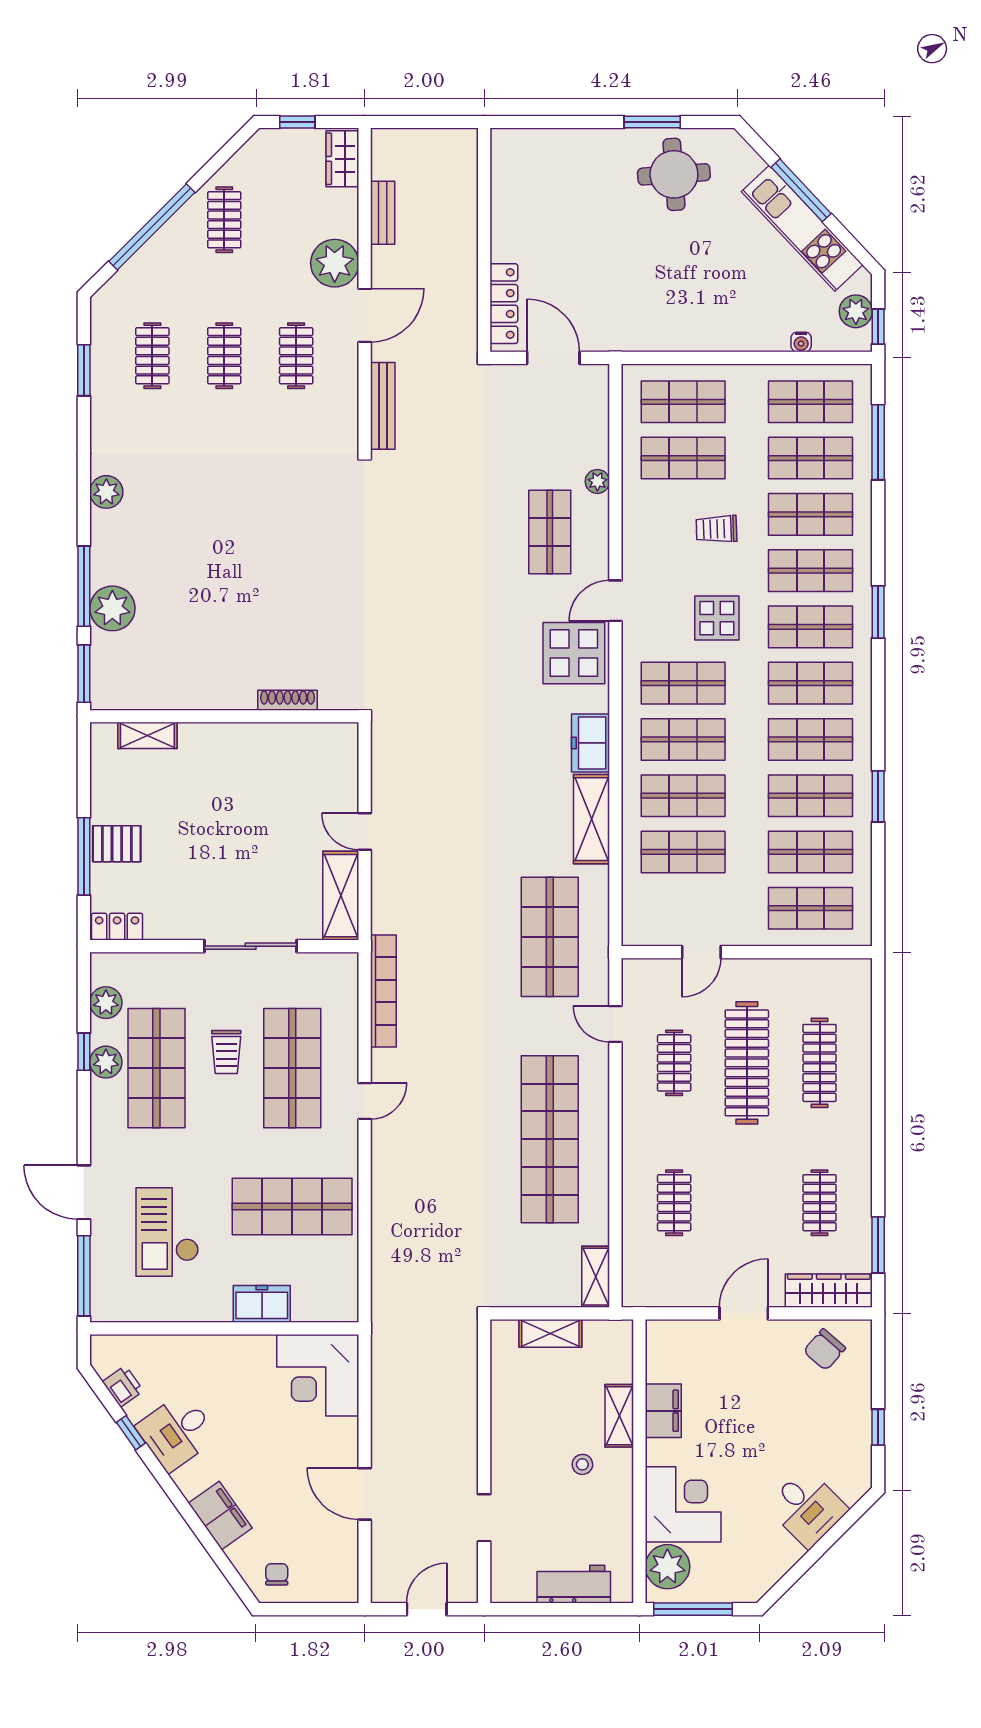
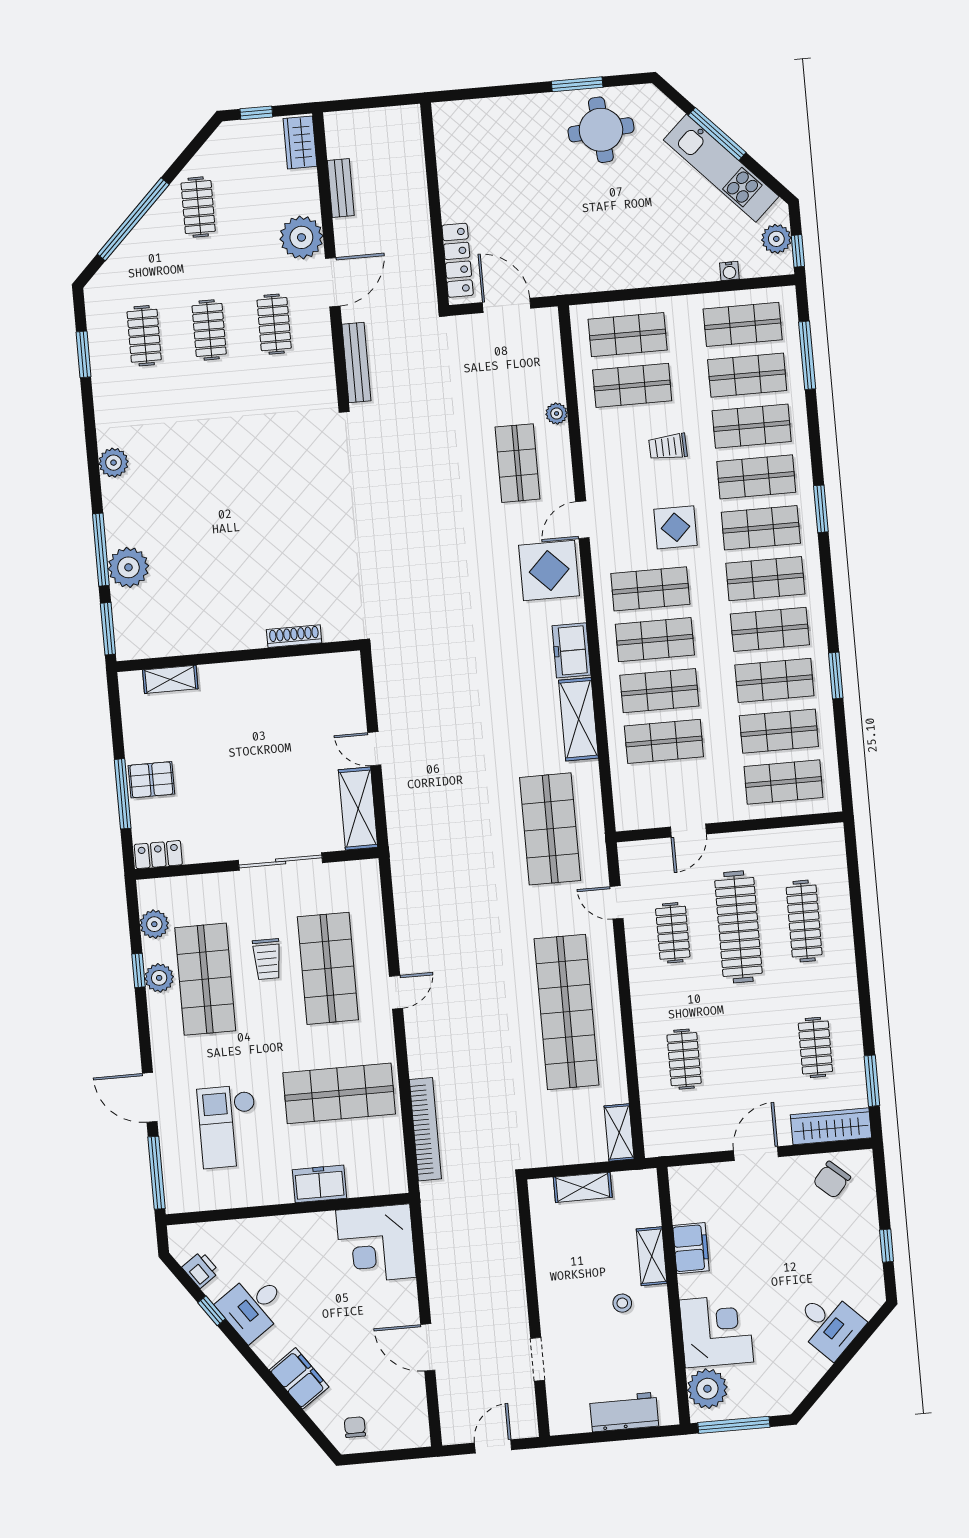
bookcase: (383, 991) -> (425, 1129), moved

